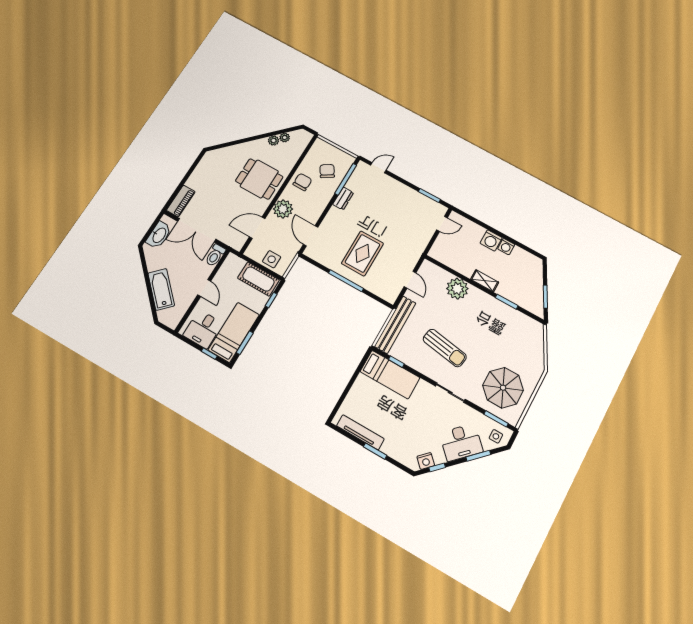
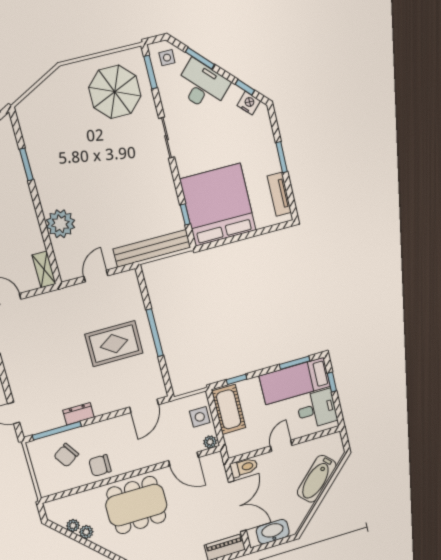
dining table: (259, 179) -> (136, 505), width x1.38
plant: (283, 209) -> (210, 442), moved, width x0.53, depth x0.53
shelving: (485, 281) -> (44, 270), moved
sun lounger: (445, 348) -> (130, 182), removed
bed: (390, 375) -> (218, 205), width x2.04
tv unit: (360, 432) -> (279, 194), width x0.71

